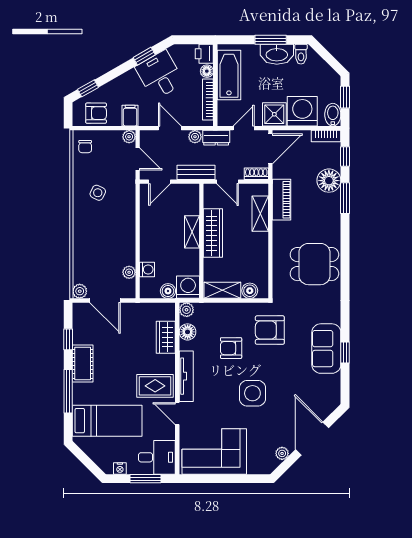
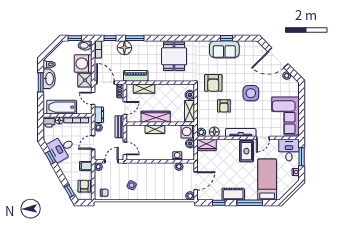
wardrobe: (166, 337) -> (207, 145), moved

